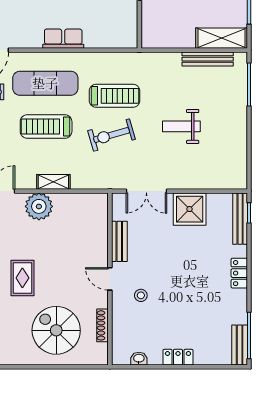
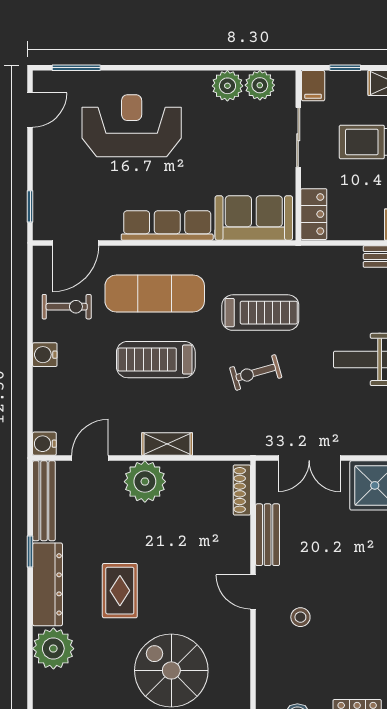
locker: (150, 31) -> (314, 214), added
sofa: (110, 34) -> (254, 218), added
row of seats: (63, 39) -> (167, 225), width x1.48
exercise bike: (112, 135) -> (256, 373), width x0.73, depth x0.72
shoe rack: (102, 325) -> (242, 490), moved

